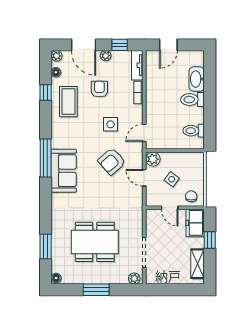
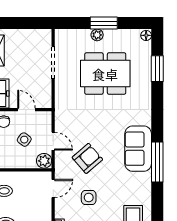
plant: (134, 279) -> (97, 35), moved

